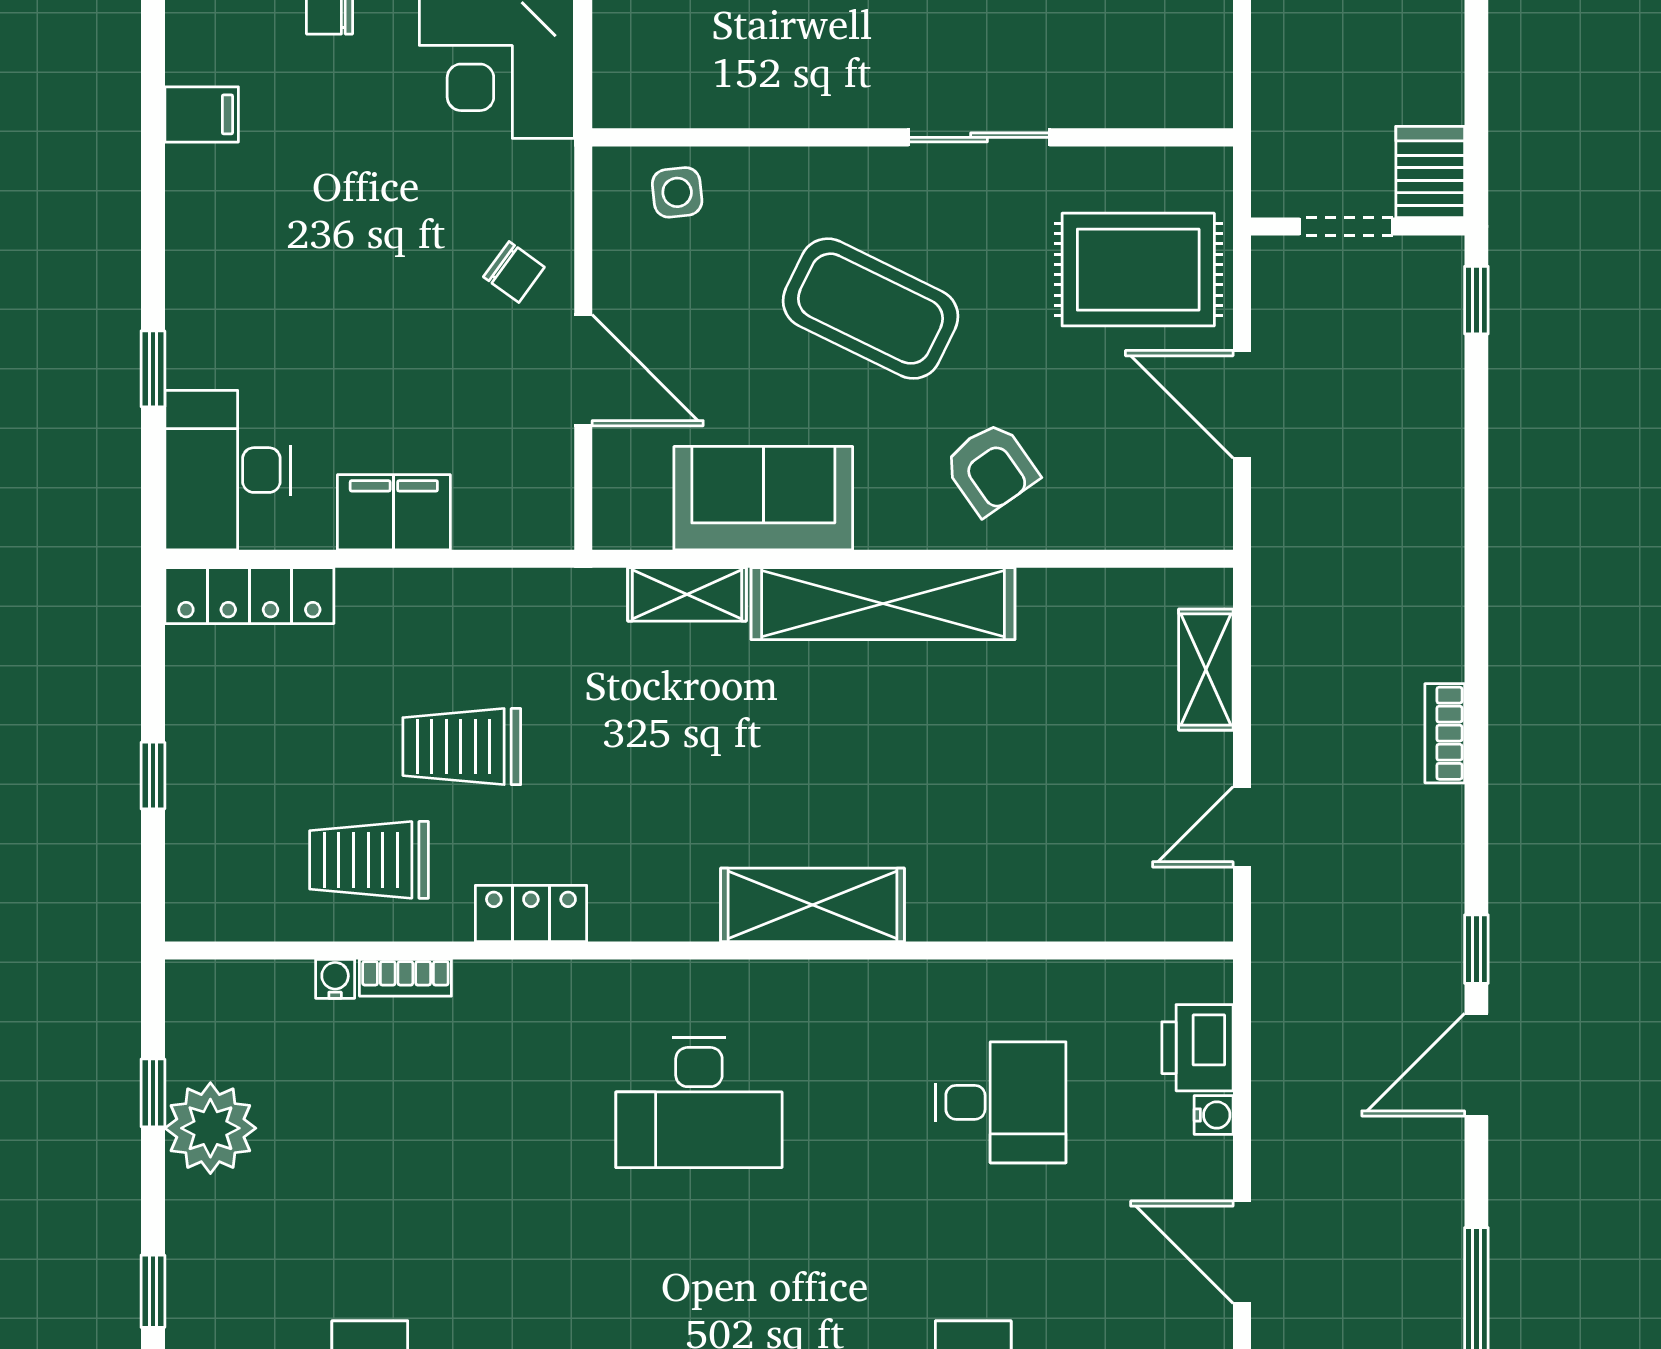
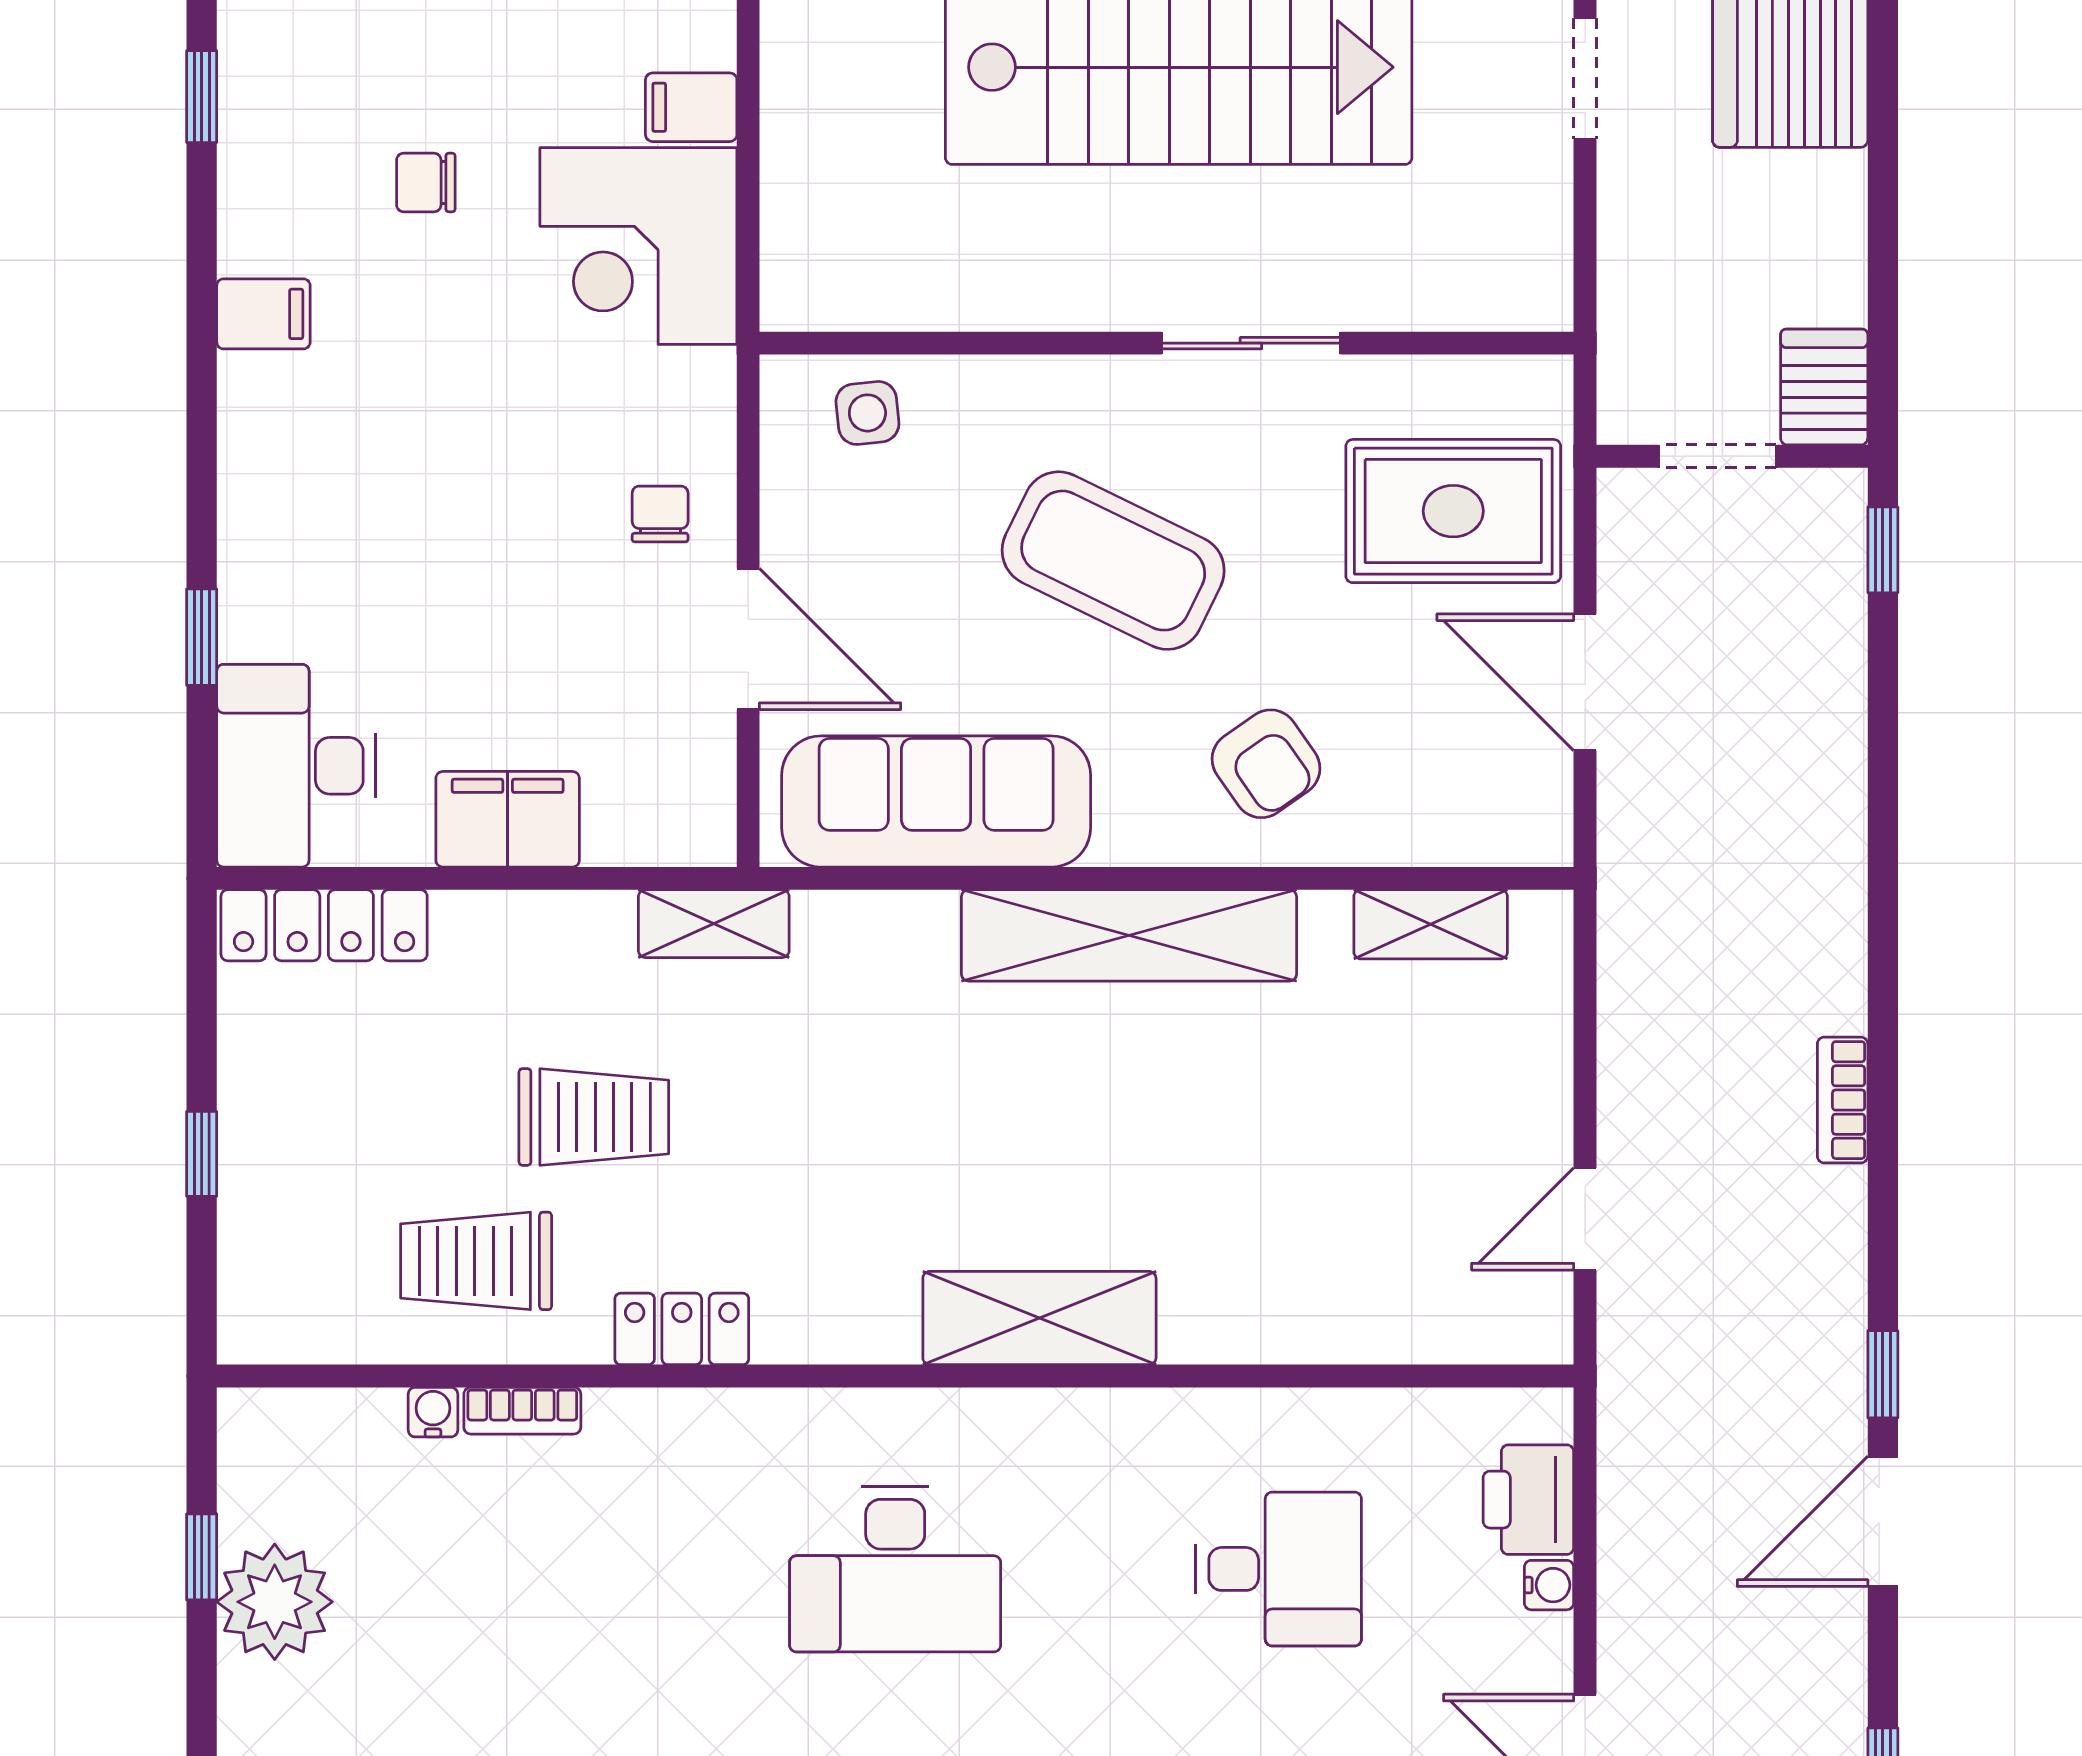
chair: (514, 272) -> (660, 514), turned -126
sofa: (763, 498) -> (936, 801), width x1.36
shelving: (687, 594) -> (714, 924), moved
shelving: (1206, 670) -> (1431, 924), moved, turned 90
trolley: (462, 747) -> (594, 1117), turned 180

